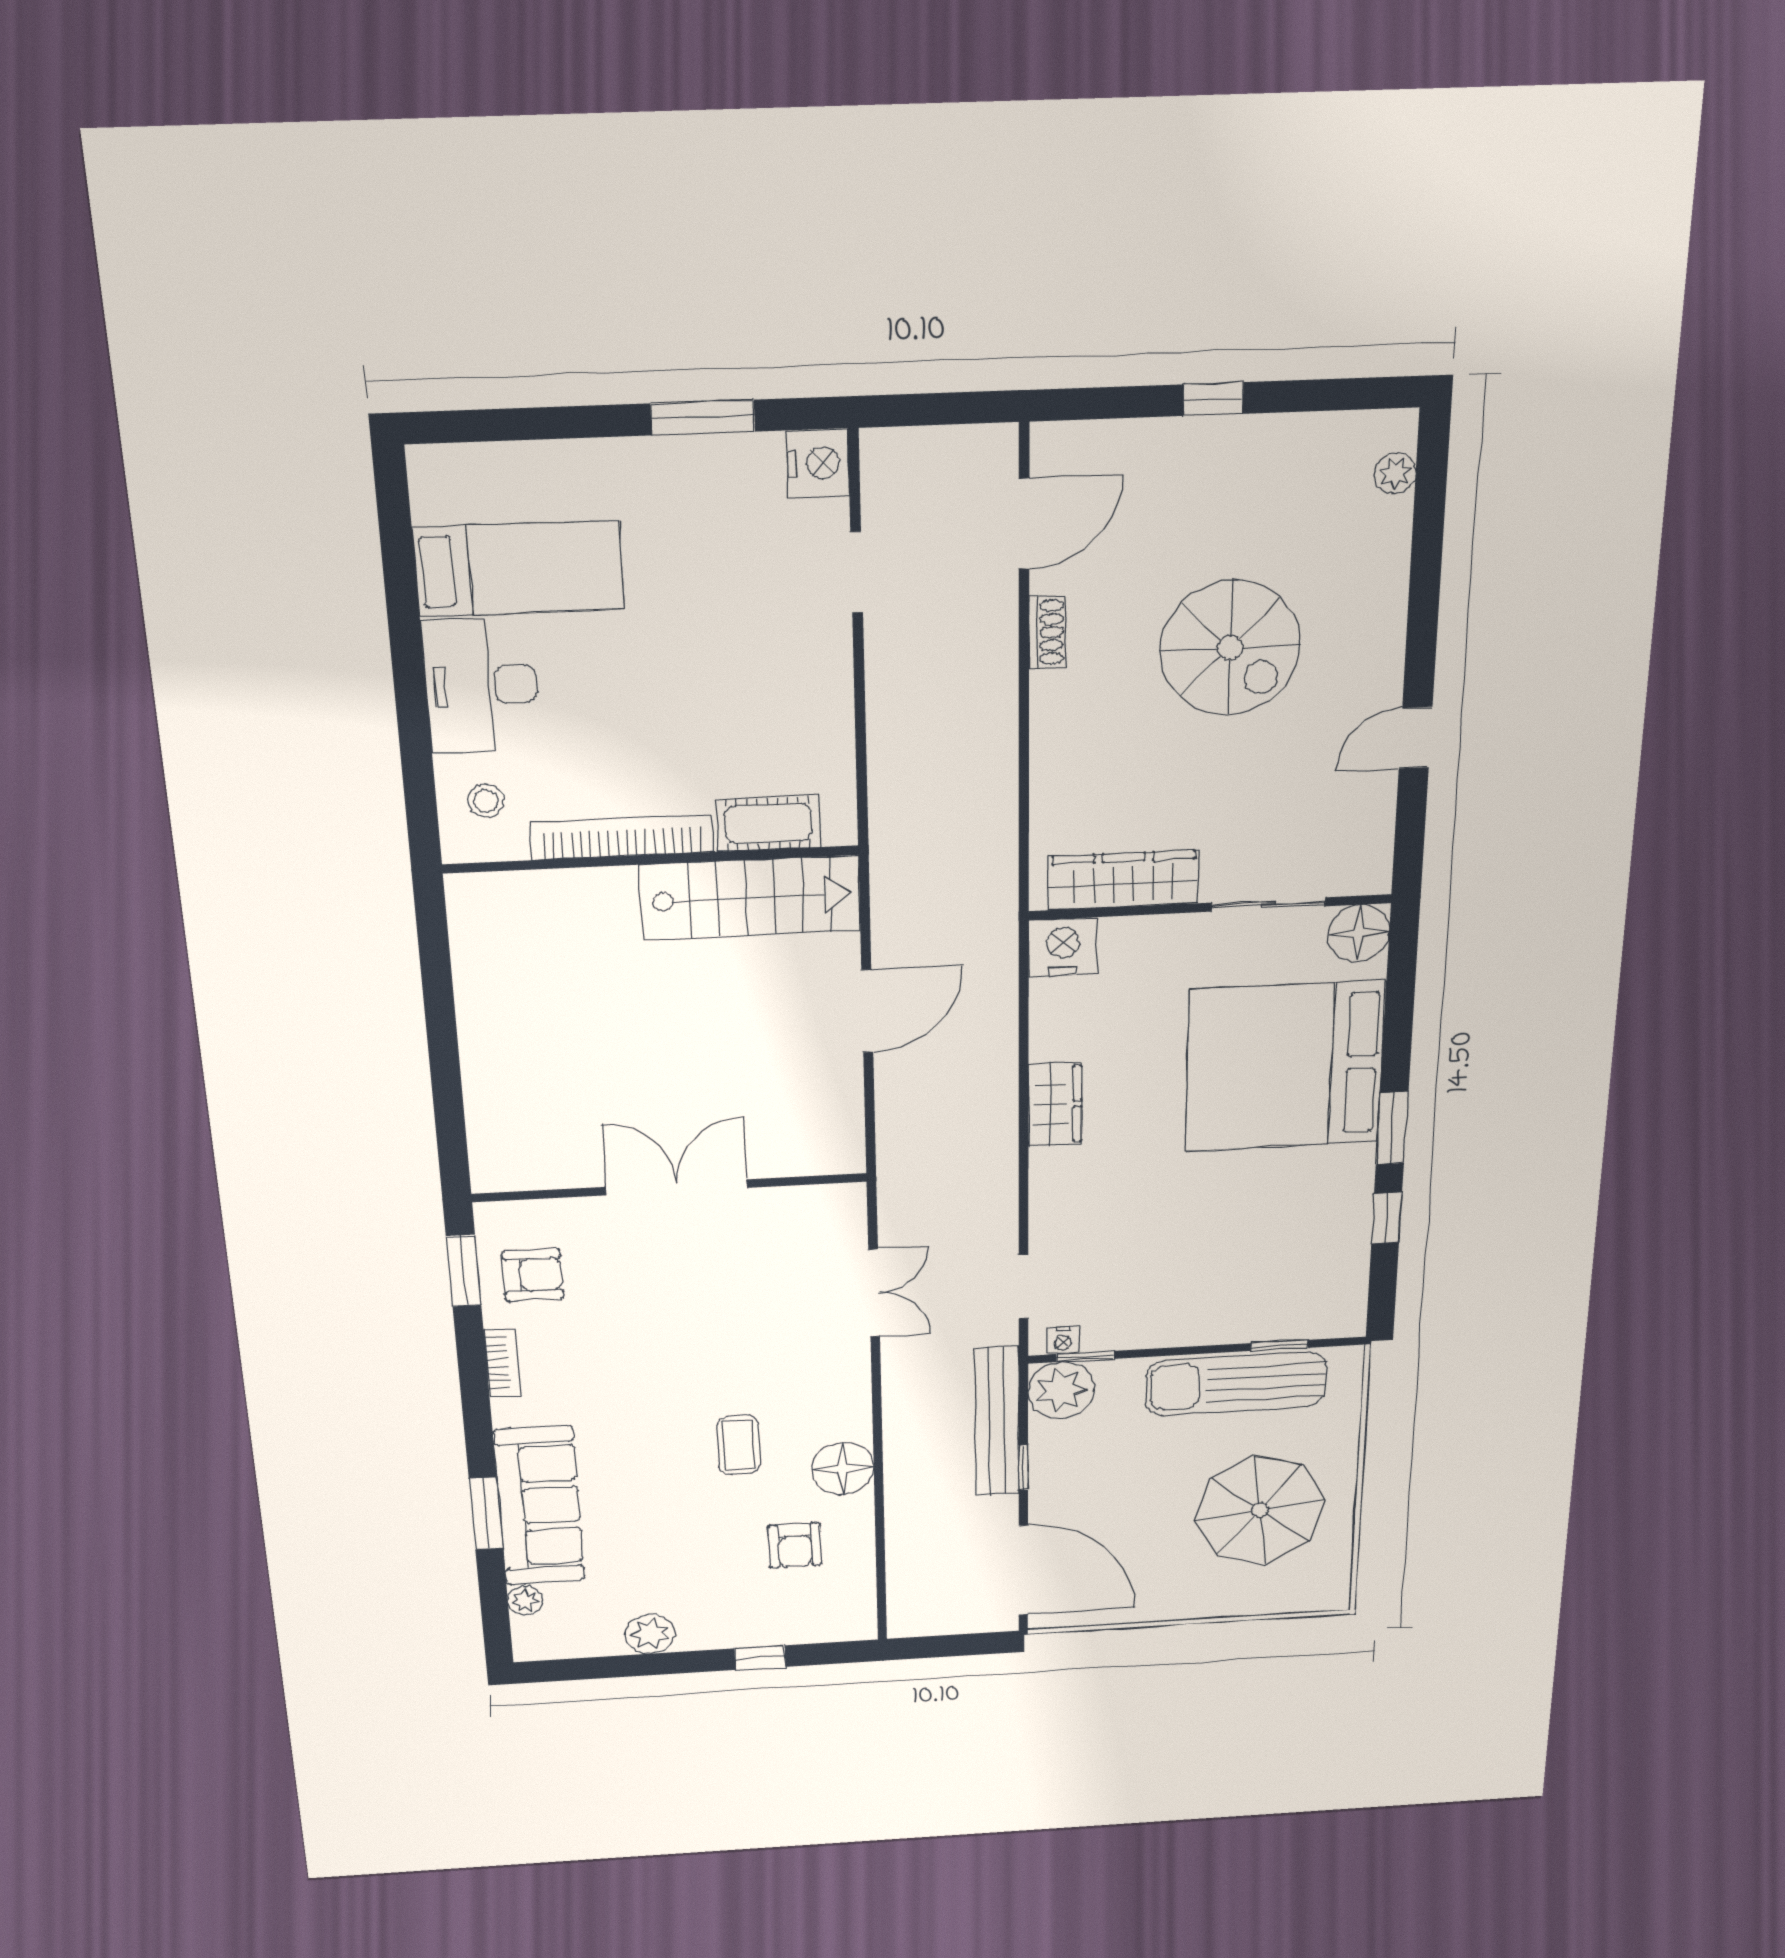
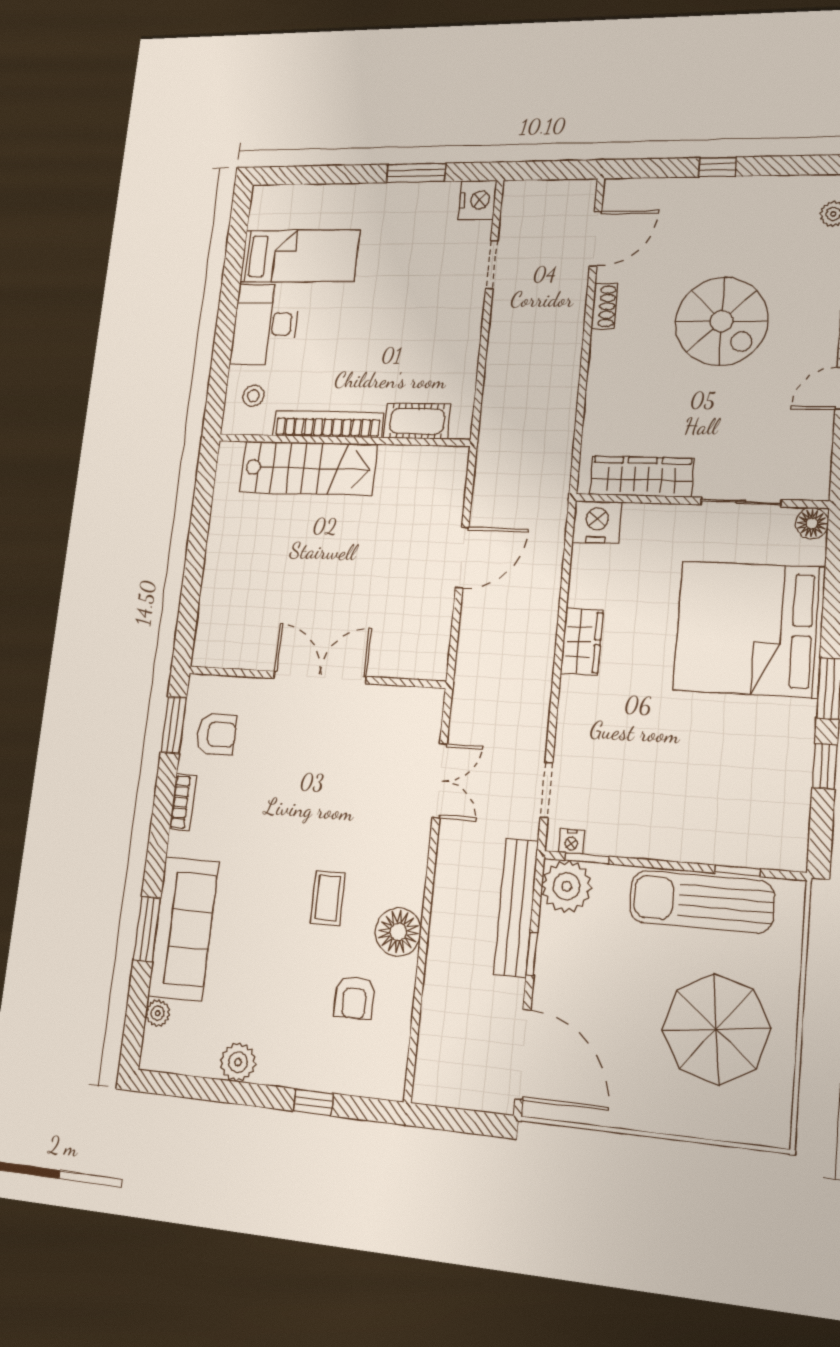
stairs: (750, 898) -> (308, 468), moved
floor lamp: (1359, 933) -> (812, 523), width x0.73, depth x0.73

